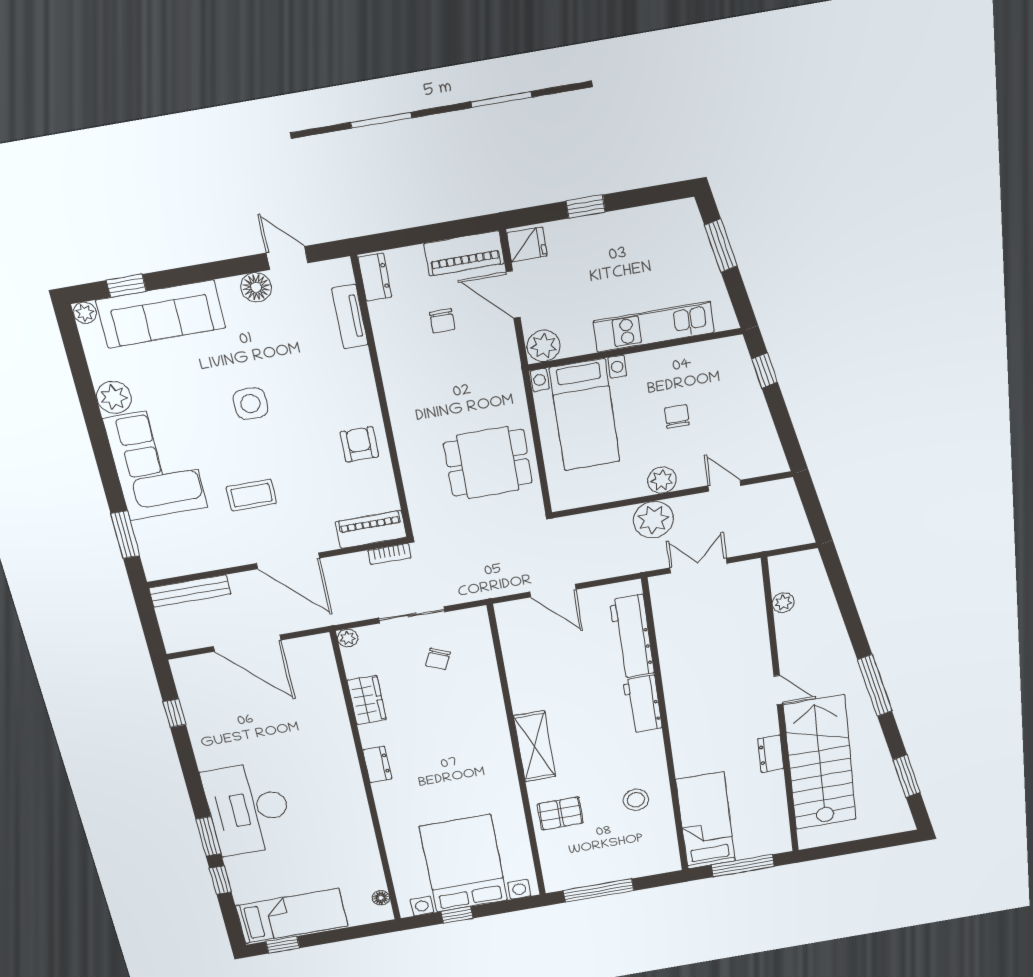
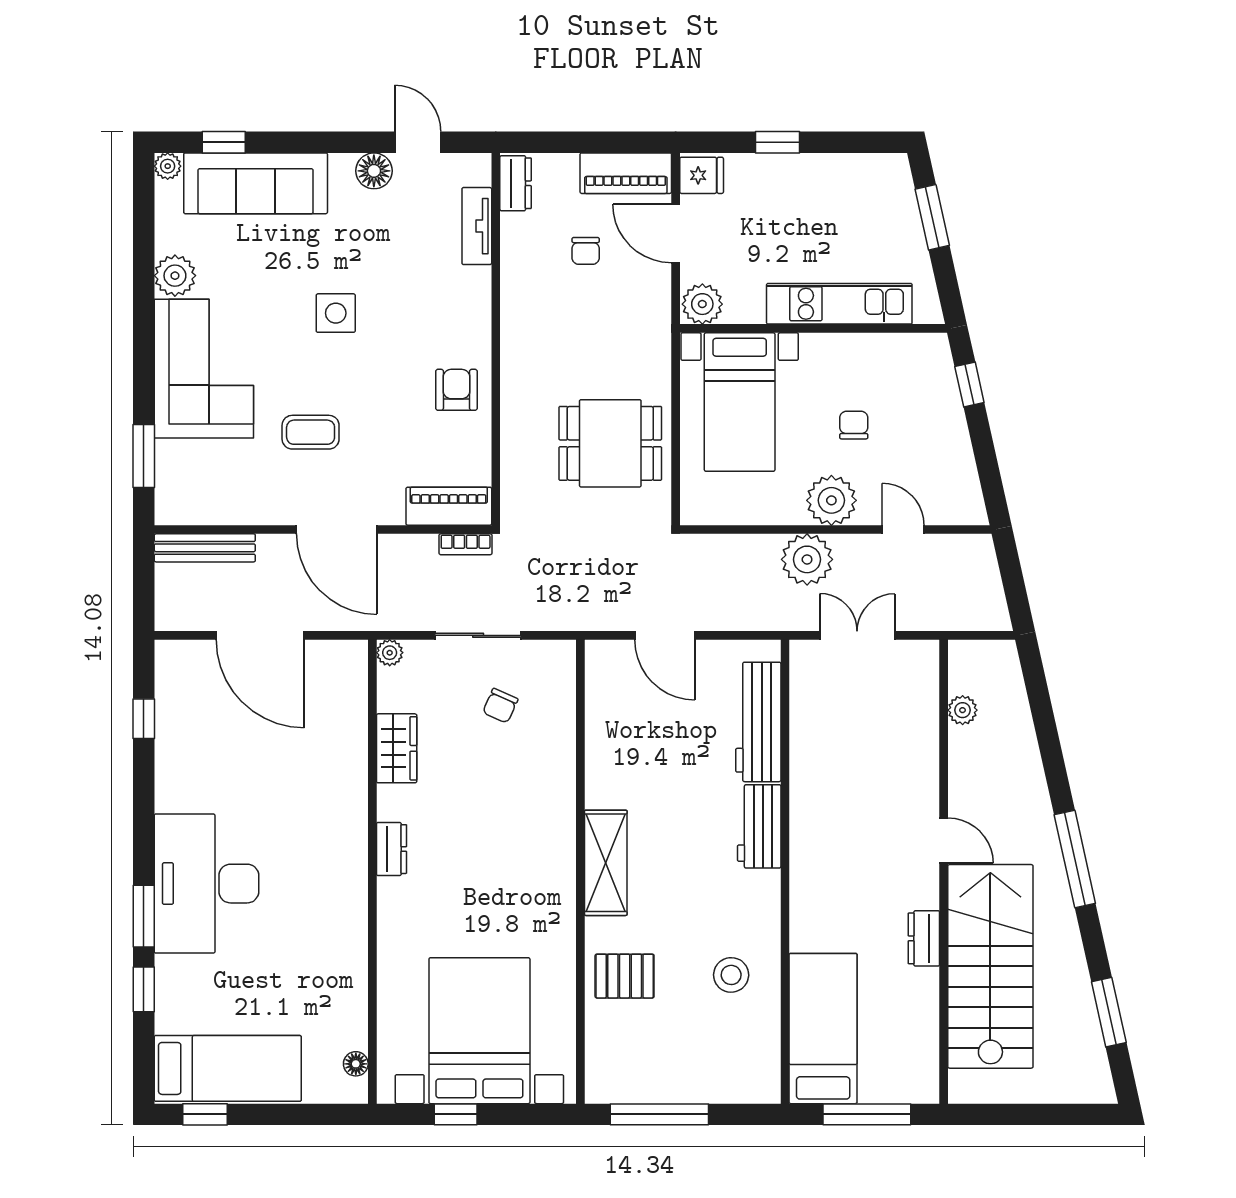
plant: (662, 480) -> (831, 500), width x1.36, depth x1.36

